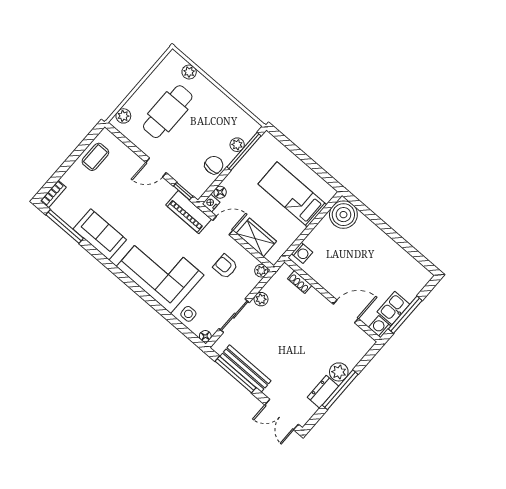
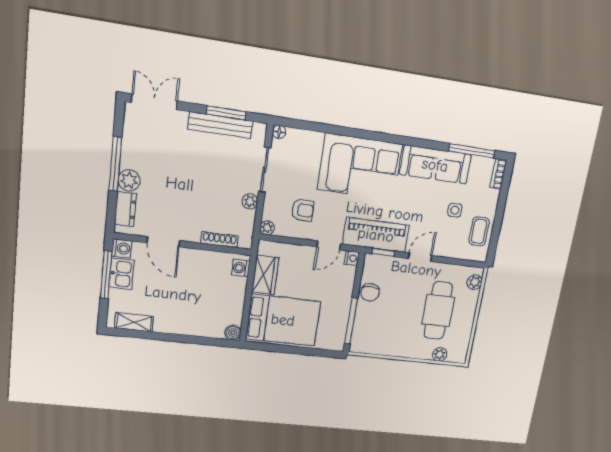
plant: (237, 145) -> (361, 323), removed
floor lamp: (220, 192) -> (350, 273), removed
bed: (292, 194) -> (283, 320), width x1.50
piano: (189, 212) -> (376, 235), width x1.37, depth x1.33
boiler: (343, 215) -> (233, 333), width x0.54, depth x0.54
sofa: (100, 234) -> (435, 165), width x1.36
wardrobe: (256, 237) -> (265, 275), moved, turned -90
shelving: (411, 265) -> (134, 322), added
shoe rack: (300, 282) -> (219, 240), width x1.43
door: (346, 311) -> (163, 242), hinge flipped
side table: (188, 314) -> (455, 210), moved
window: (235, 375) -> (226, 113), width x0.69
dresser: (323, 392) -> (125, 209), moved

